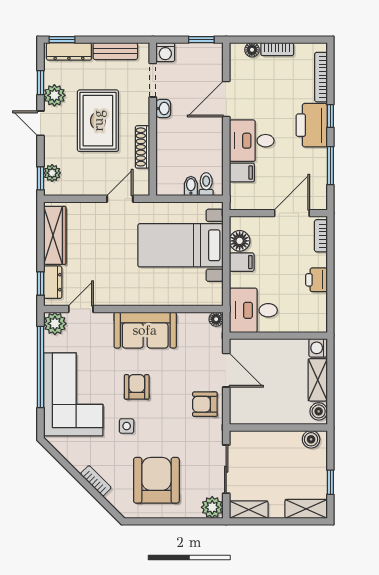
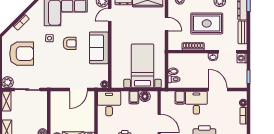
door: (120, 199) -> (166, 24), moved
door: (81, 309) -> (110, 15), swing flipped
armchair: (205, 404) -> (61, 79), removed

